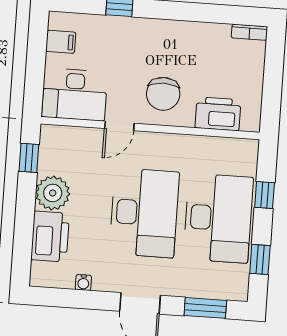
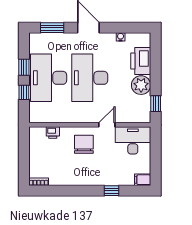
filing cabinet: (61, 42) -> (143, 180), moved
printer: (218, 114) -> (53, 133), width x0.53, depth x0.68
window: (260, 259) -> (24, 67), moved

